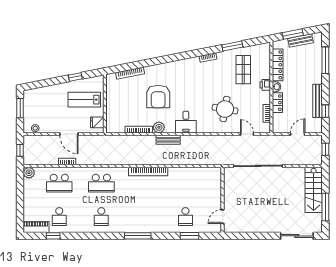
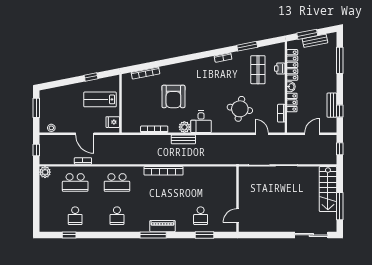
printer: (265, 85) -> (280, 69), moved
bench: (318, 101) -> (332, 105), width x0.73
plant: (159, 127) -> (184, 127), moved
piano: (36, 227) -> (163, 226), moved

